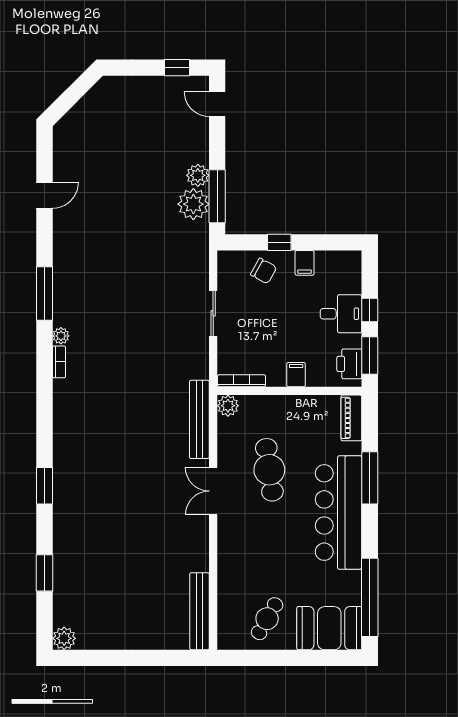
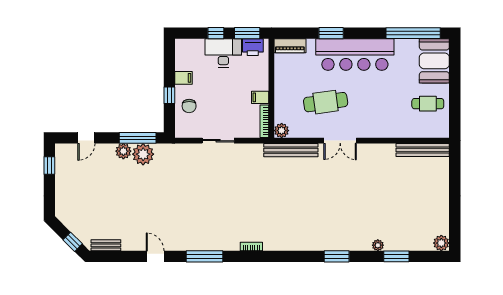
window: (66, 101) -> (73, 242), added
door: (217, 104) -> (86, 138), moved
bench: (61, 150) -> (106, 245), added
door: (44, 195) -> (155, 256), moved
chair: (264, 271) -> (189, 106), turned 151
desk: (341, 314) -> (223, 53), width x1.37
plant: (61, 336) -> (378, 245), moved
filing cabinet: (296, 375) -> (260, 97), moved
window: (370, 478) -> (331, 33), width x0.69
cafe table: (267, 619) -> (428, 104), turned -30

